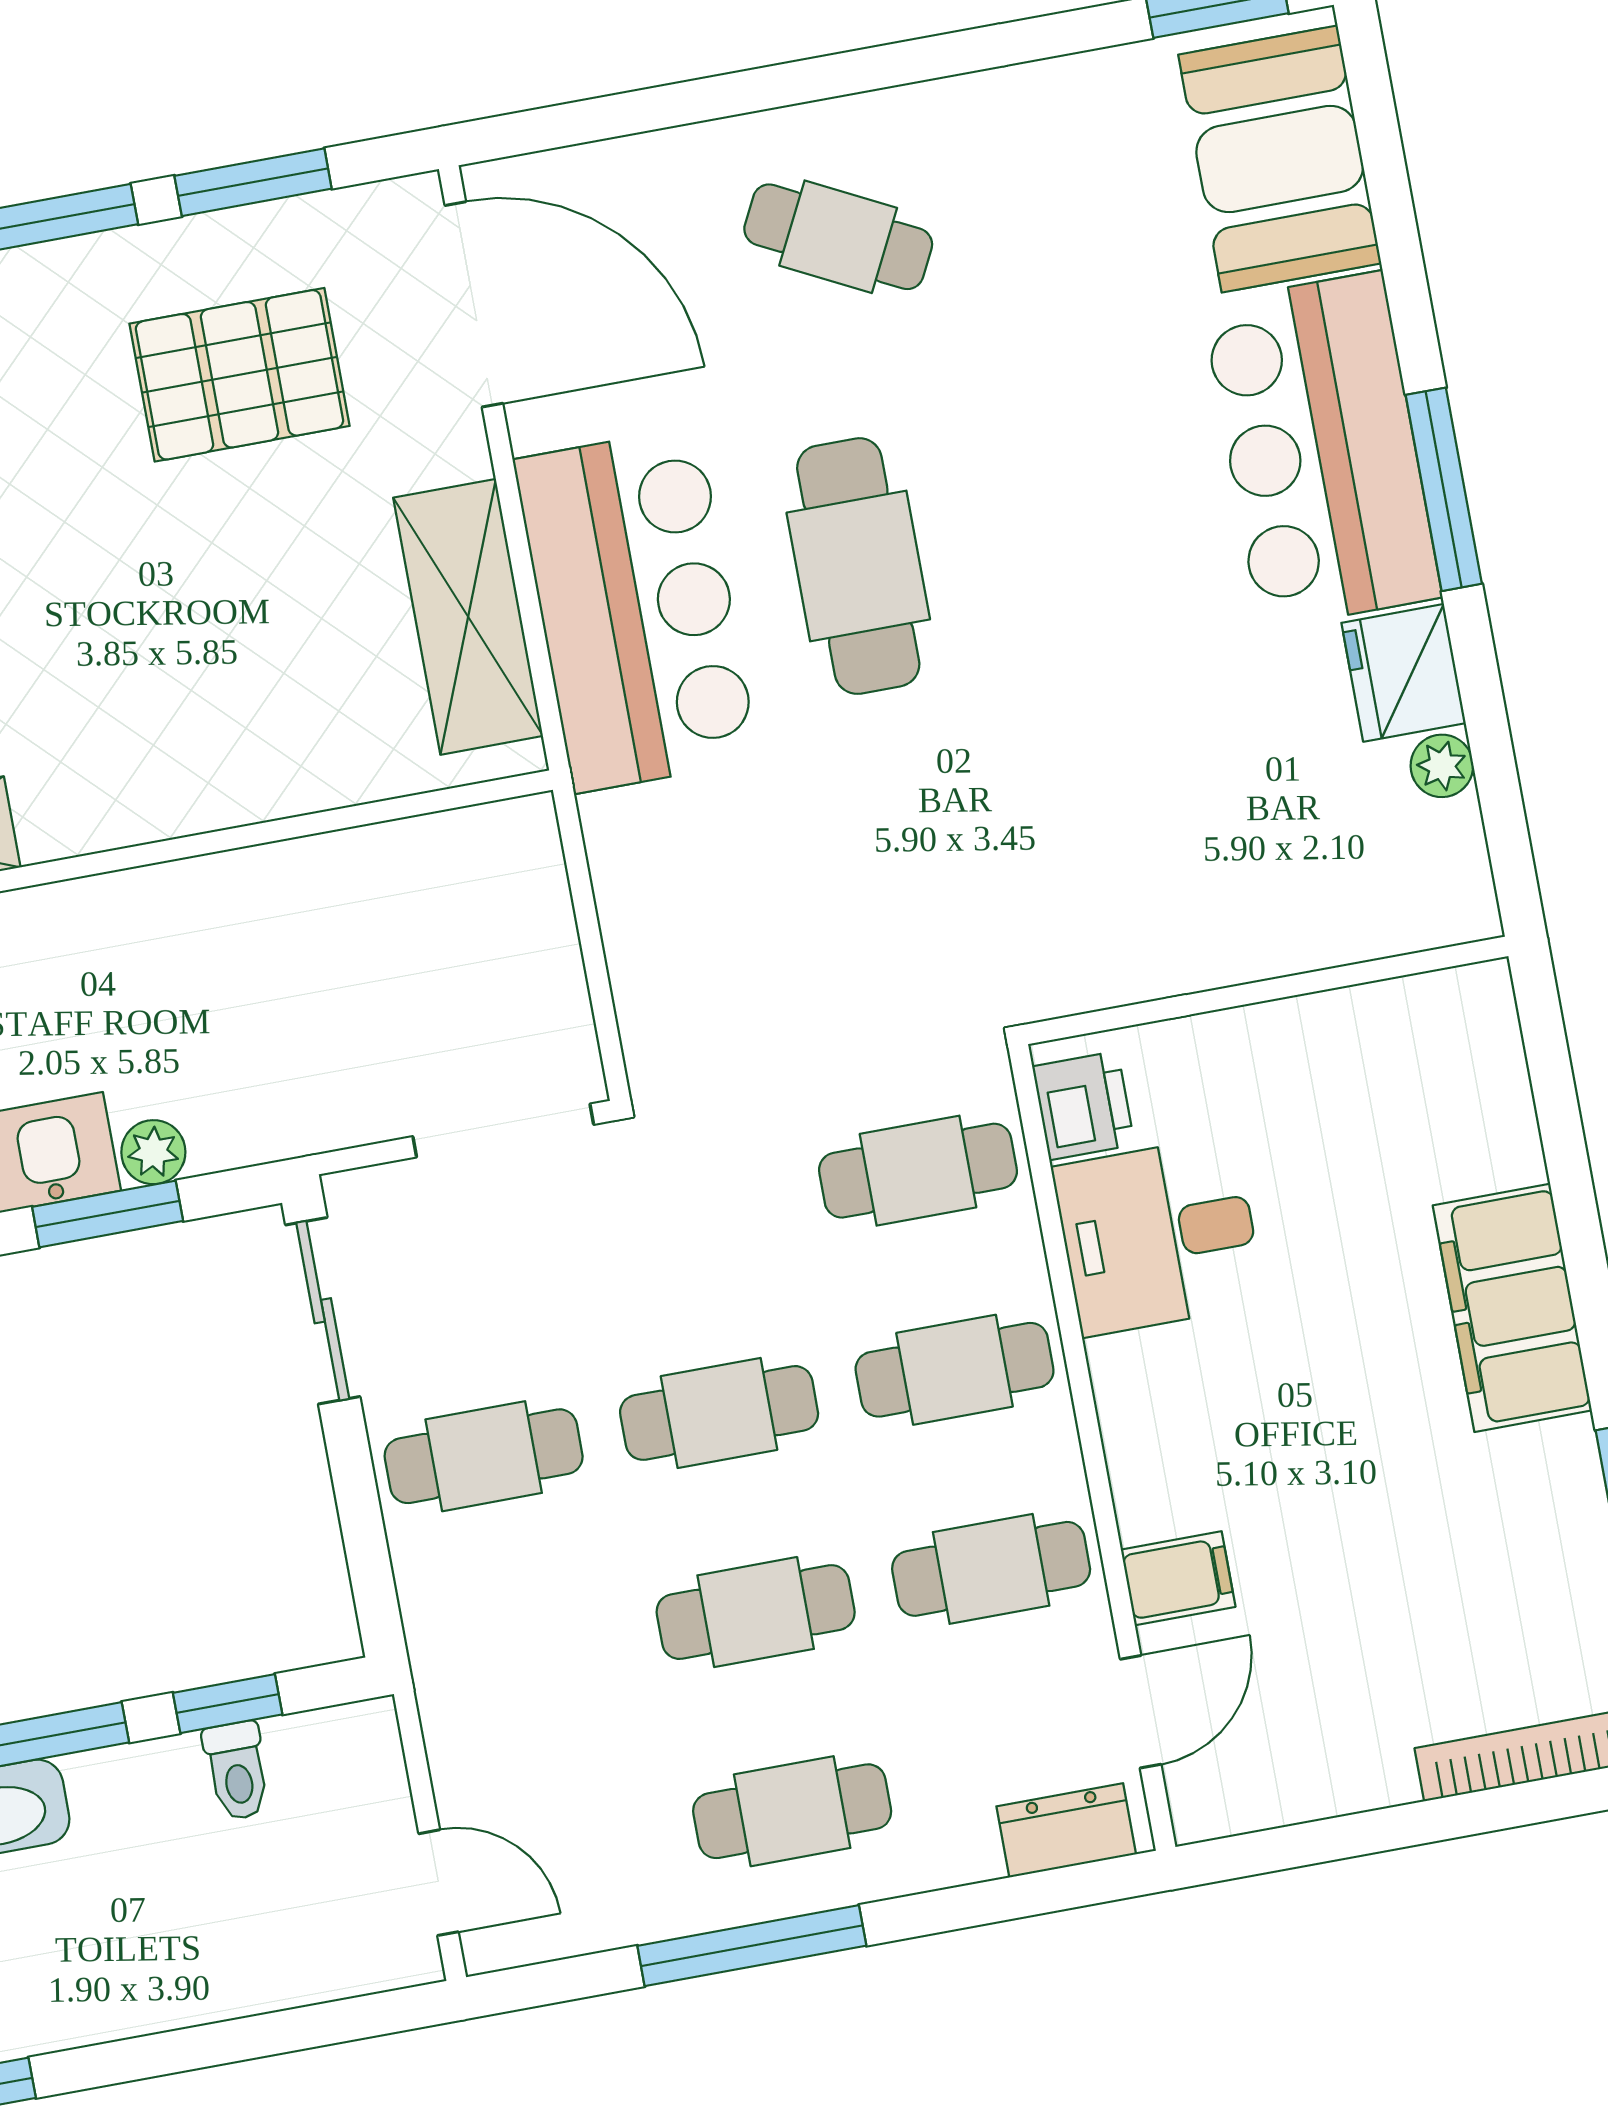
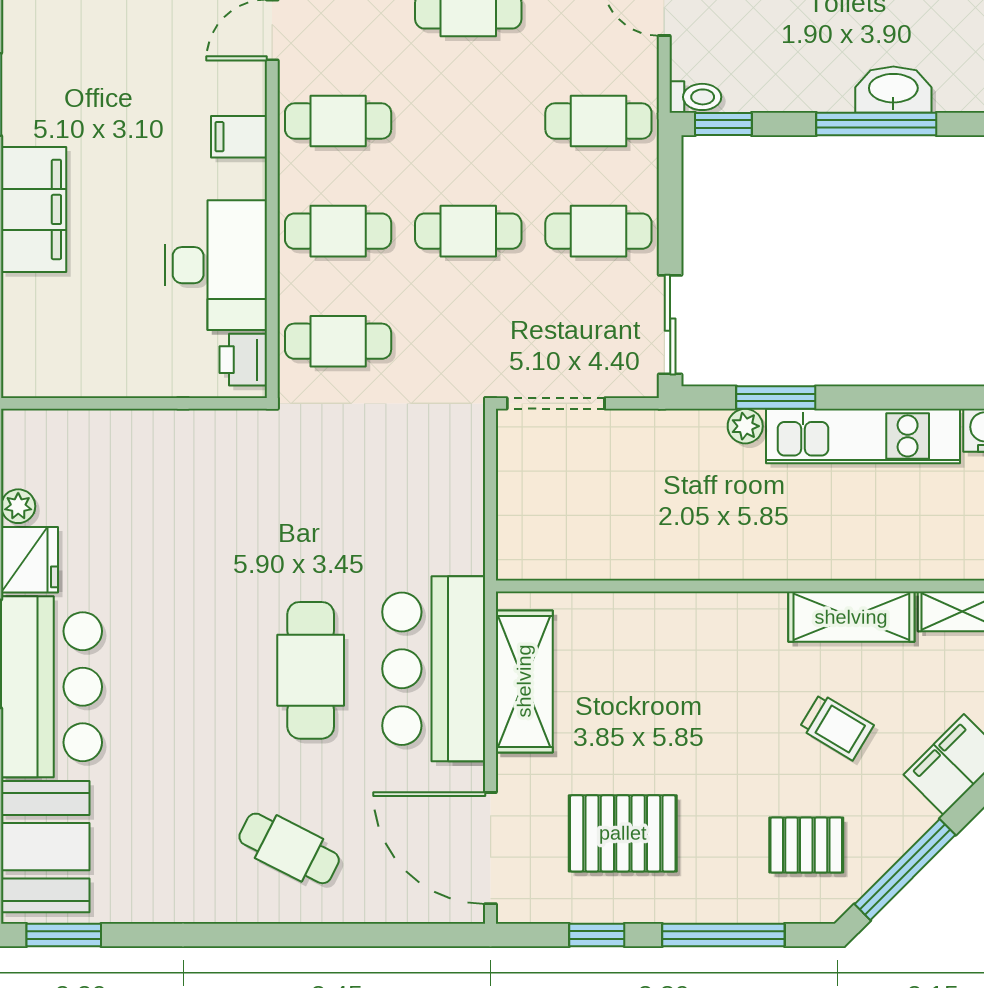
window: (253, 182) -> (597, 935), width x0.67
desk: (1159, 1236) -> (216, 265), width x1.37
filing cabinet: (1178, 1578) -> (239, 137), moved
cafe table: (756, 1612) -> (598, 121), moved
window: (228, 1704) -> (723, 124), moved
toilet: (237, 1771) -> (695, 97), moved, turned 90

